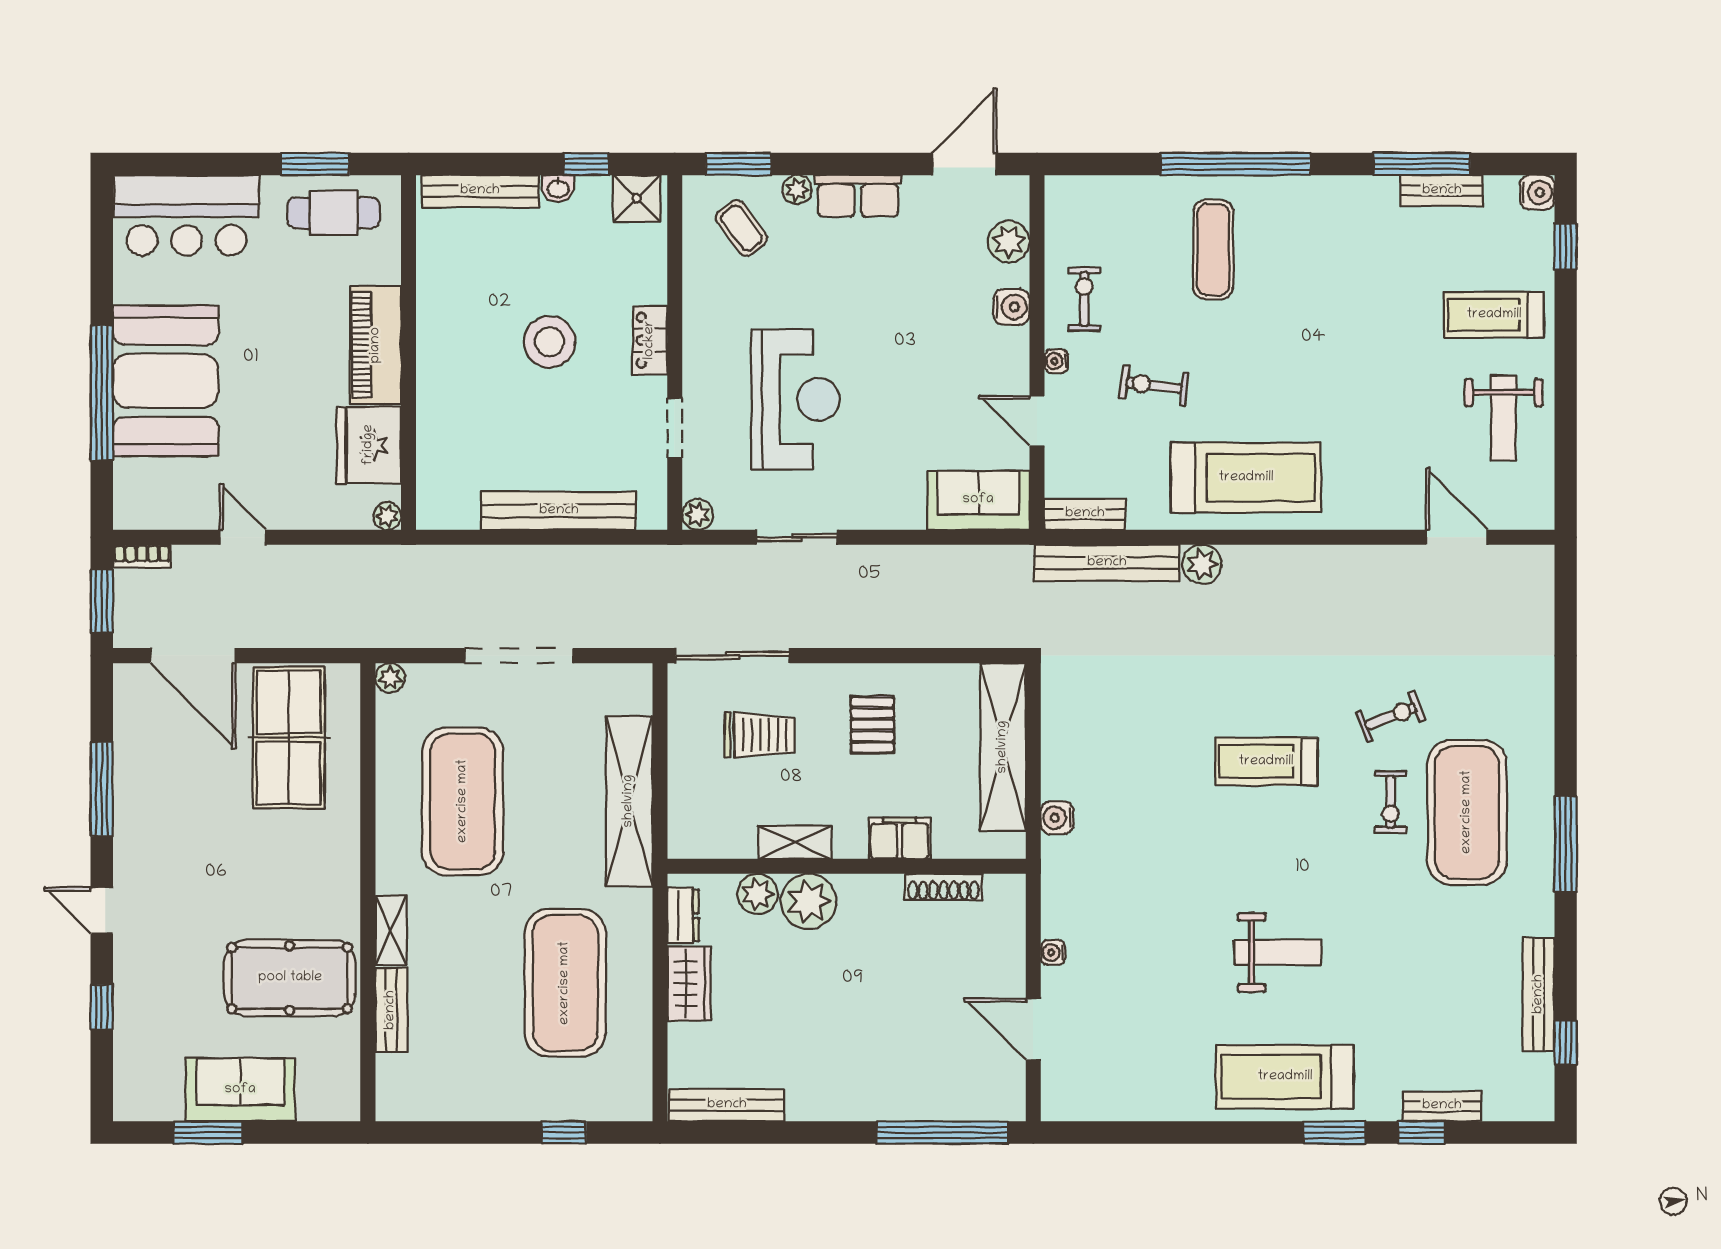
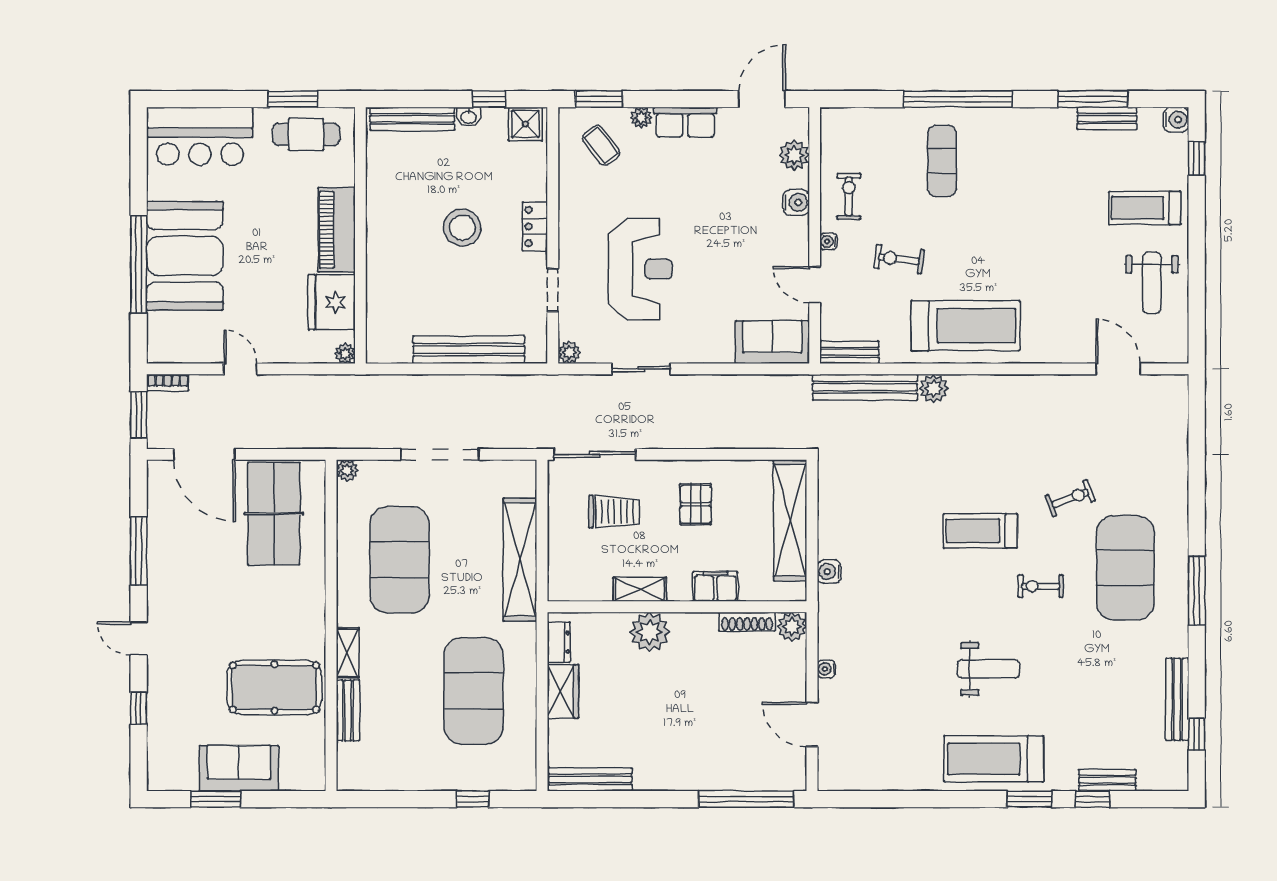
exercise bike: (1391, 802) -> (1041, 586), moved, turned 90
plant: (758, 894) -> (792, 627), moved

